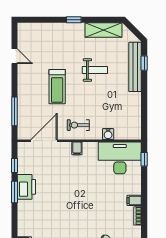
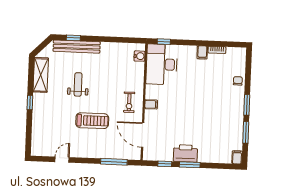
water cooler: (108, 134) -> (139, 56), moved

